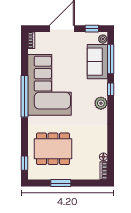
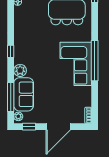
corner sofa: (50, 85) -> (76, 64), width x0.73, depth x0.74
window: (111, 89) -> (11, 51), moved
plant: (101, 103) -> (20, 70), moved

